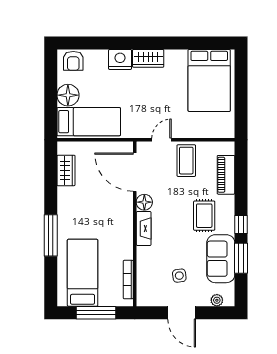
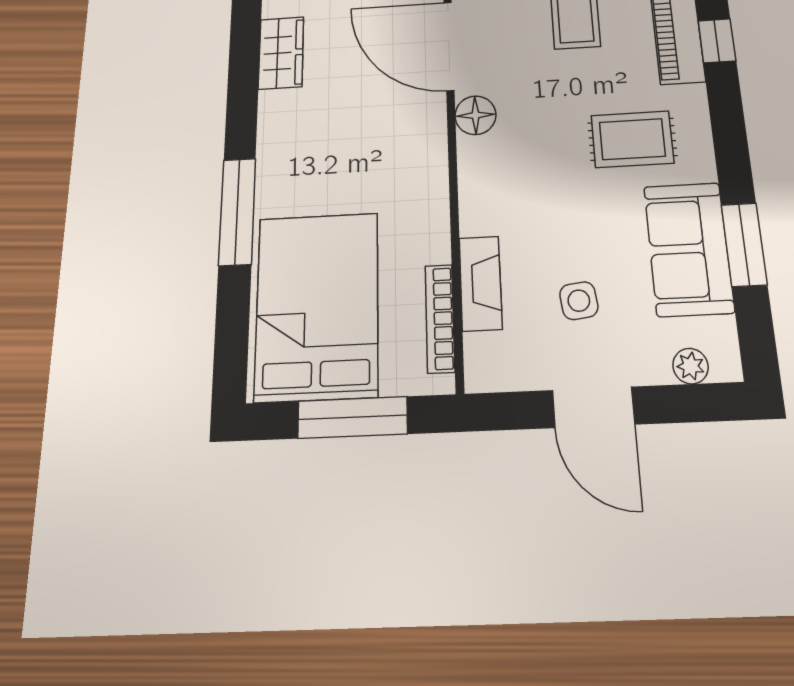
rug: (204, 216) -> (632, 139), turned 90
window: (241, 224) -> (717, 41), moved
fireplace: (144, 229) -> (480, 283), moved
bed: (83, 273) -> (317, 306), width x1.50

